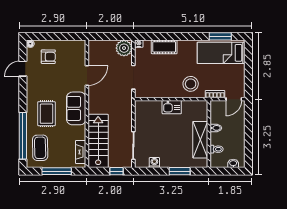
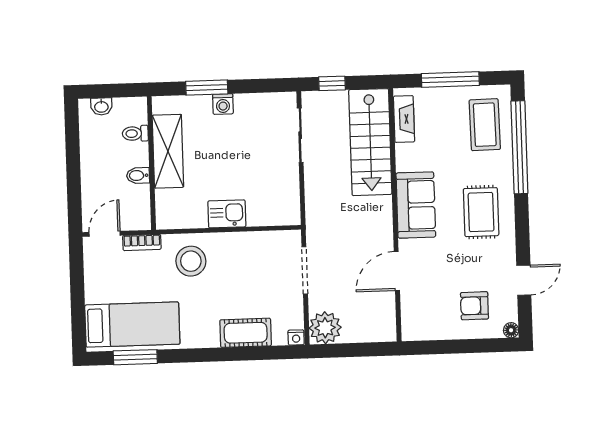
rug: (46, 114) -> (481, 212), moved
washing machine: (154, 163) -> (223, 104), moved

